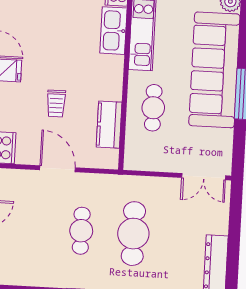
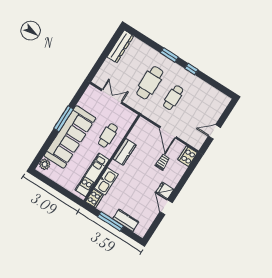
trolley: (56, 104) -> (163, 162), moved
kitchen counter: (109, 125) -> (124, 152), moved
double door: (204, 177) -> (112, 96), moved

